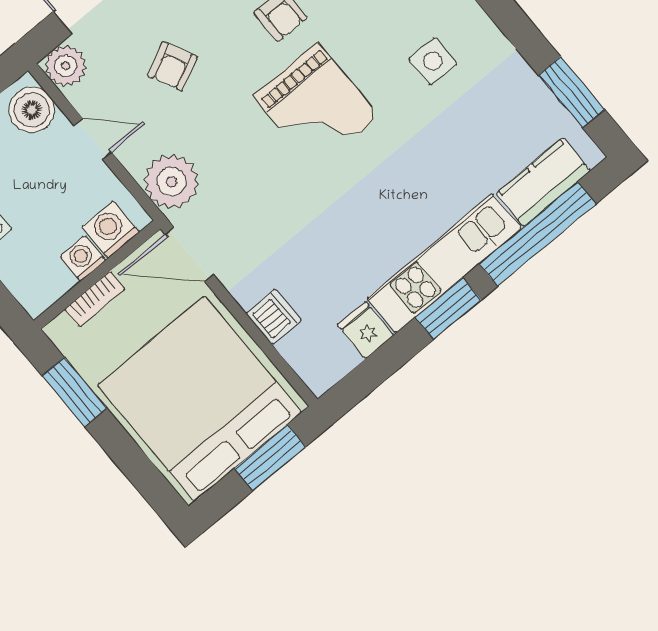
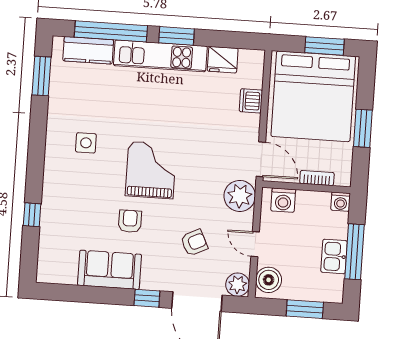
washing machine: (83, 258) -> (341, 202), moved
fridge: (366, 330) -> (223, 60), width x1.38
window: (74, 392) -> (363, 128), moved
window: (270, 458) -> (324, 46), moved

